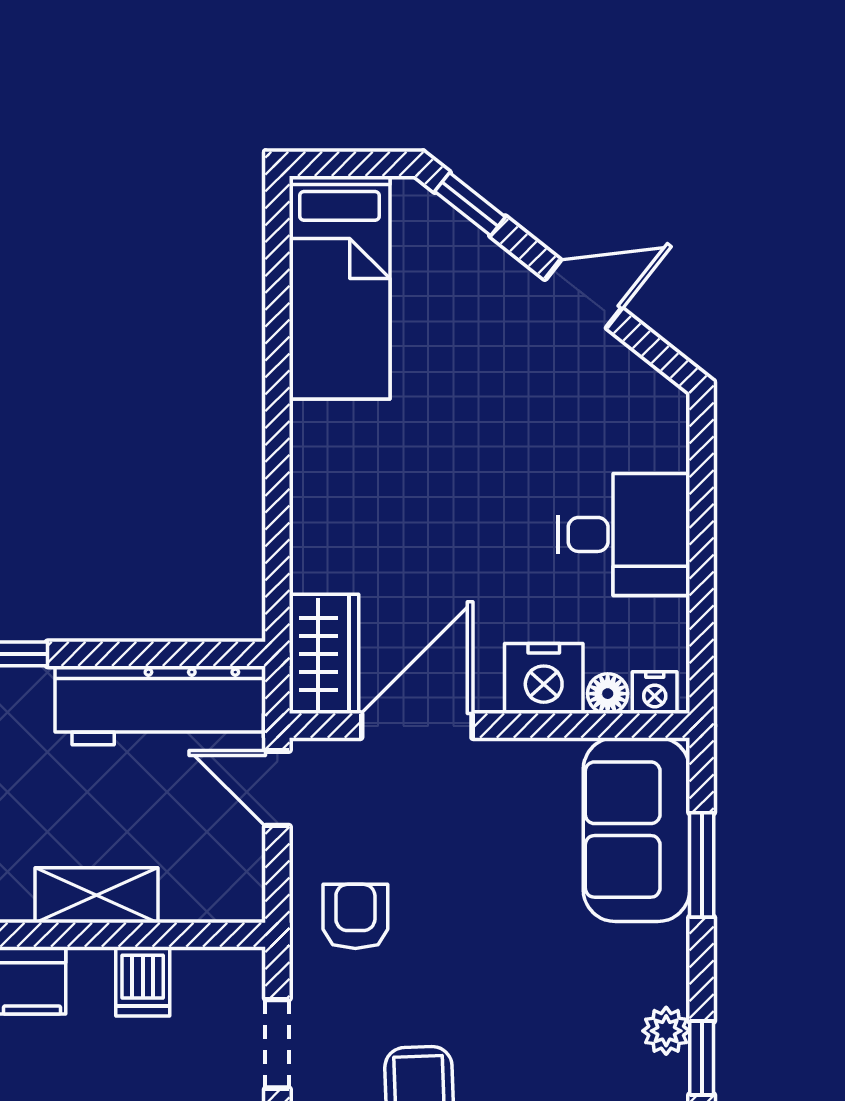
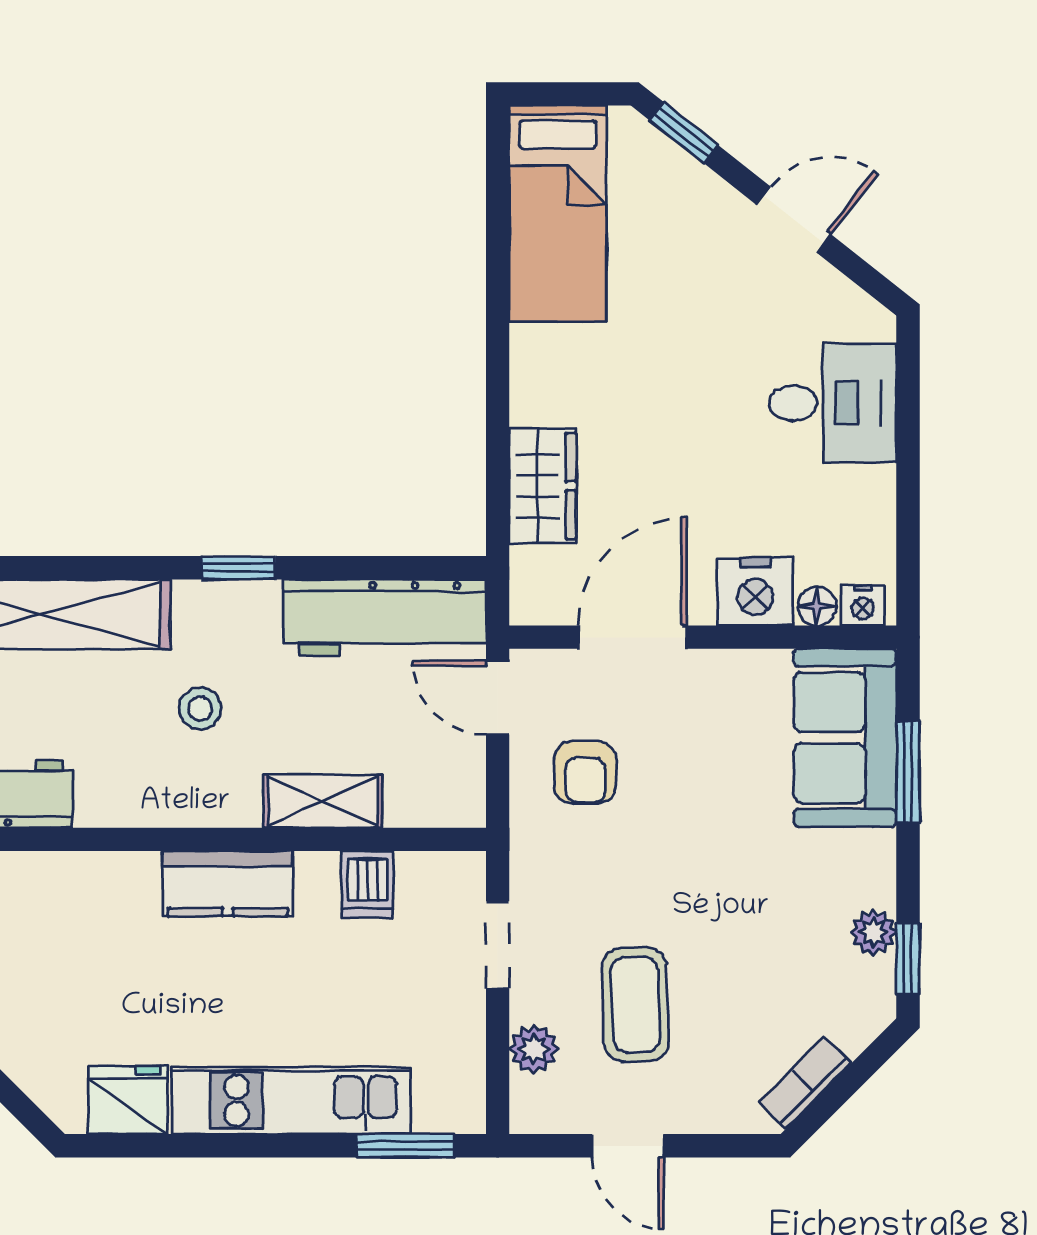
desk: (624, 534) -> (833, 403), moved
wardrobe: (324, 654) -> (543, 486), moved
armchair: (355, 916) -> (585, 772), moved, turned 180

